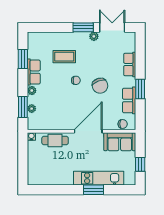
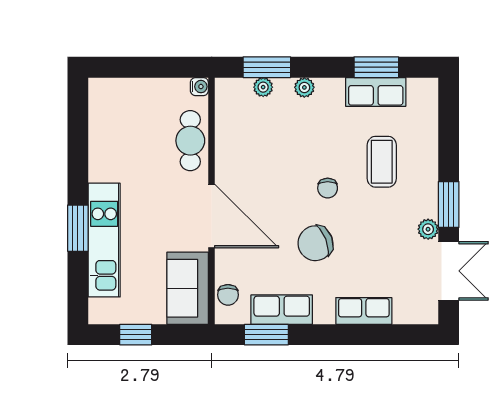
row of seats: (34, 72) -> (376, 92), moved
window: (140, 89) -> (266, 335), moved

